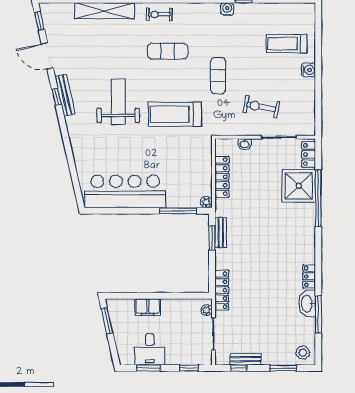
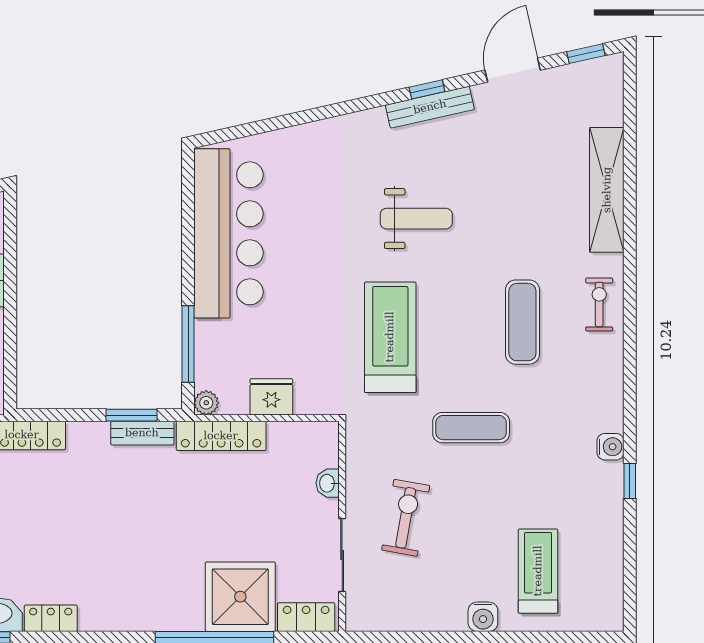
weight bench: (118, 102) -> (416, 219), width x0.73, depth x0.75
fridge: (203, 171) -> (271, 397), added
locker: (222, 177) -> (221, 436), moved

